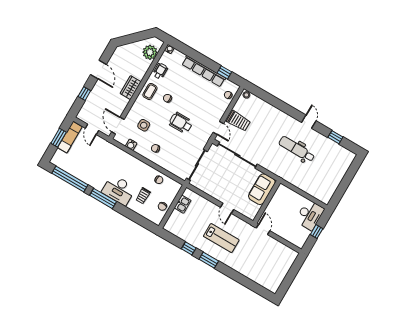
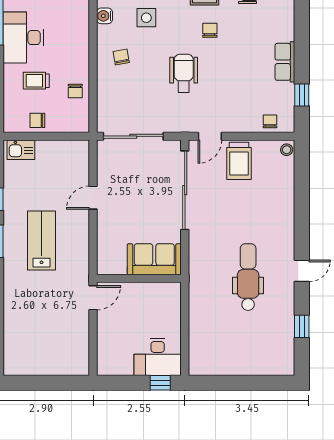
row of seats: (204, 71) -> (285, 62), width x0.50
kitchen sink: (183, 204) -> (21, 150), moved
door: (227, 208) -> (93, 198), moved
window: (317, 232) -> (160, 383), moved
lab bench: (221, 238) -> (42, 240), turned 180

